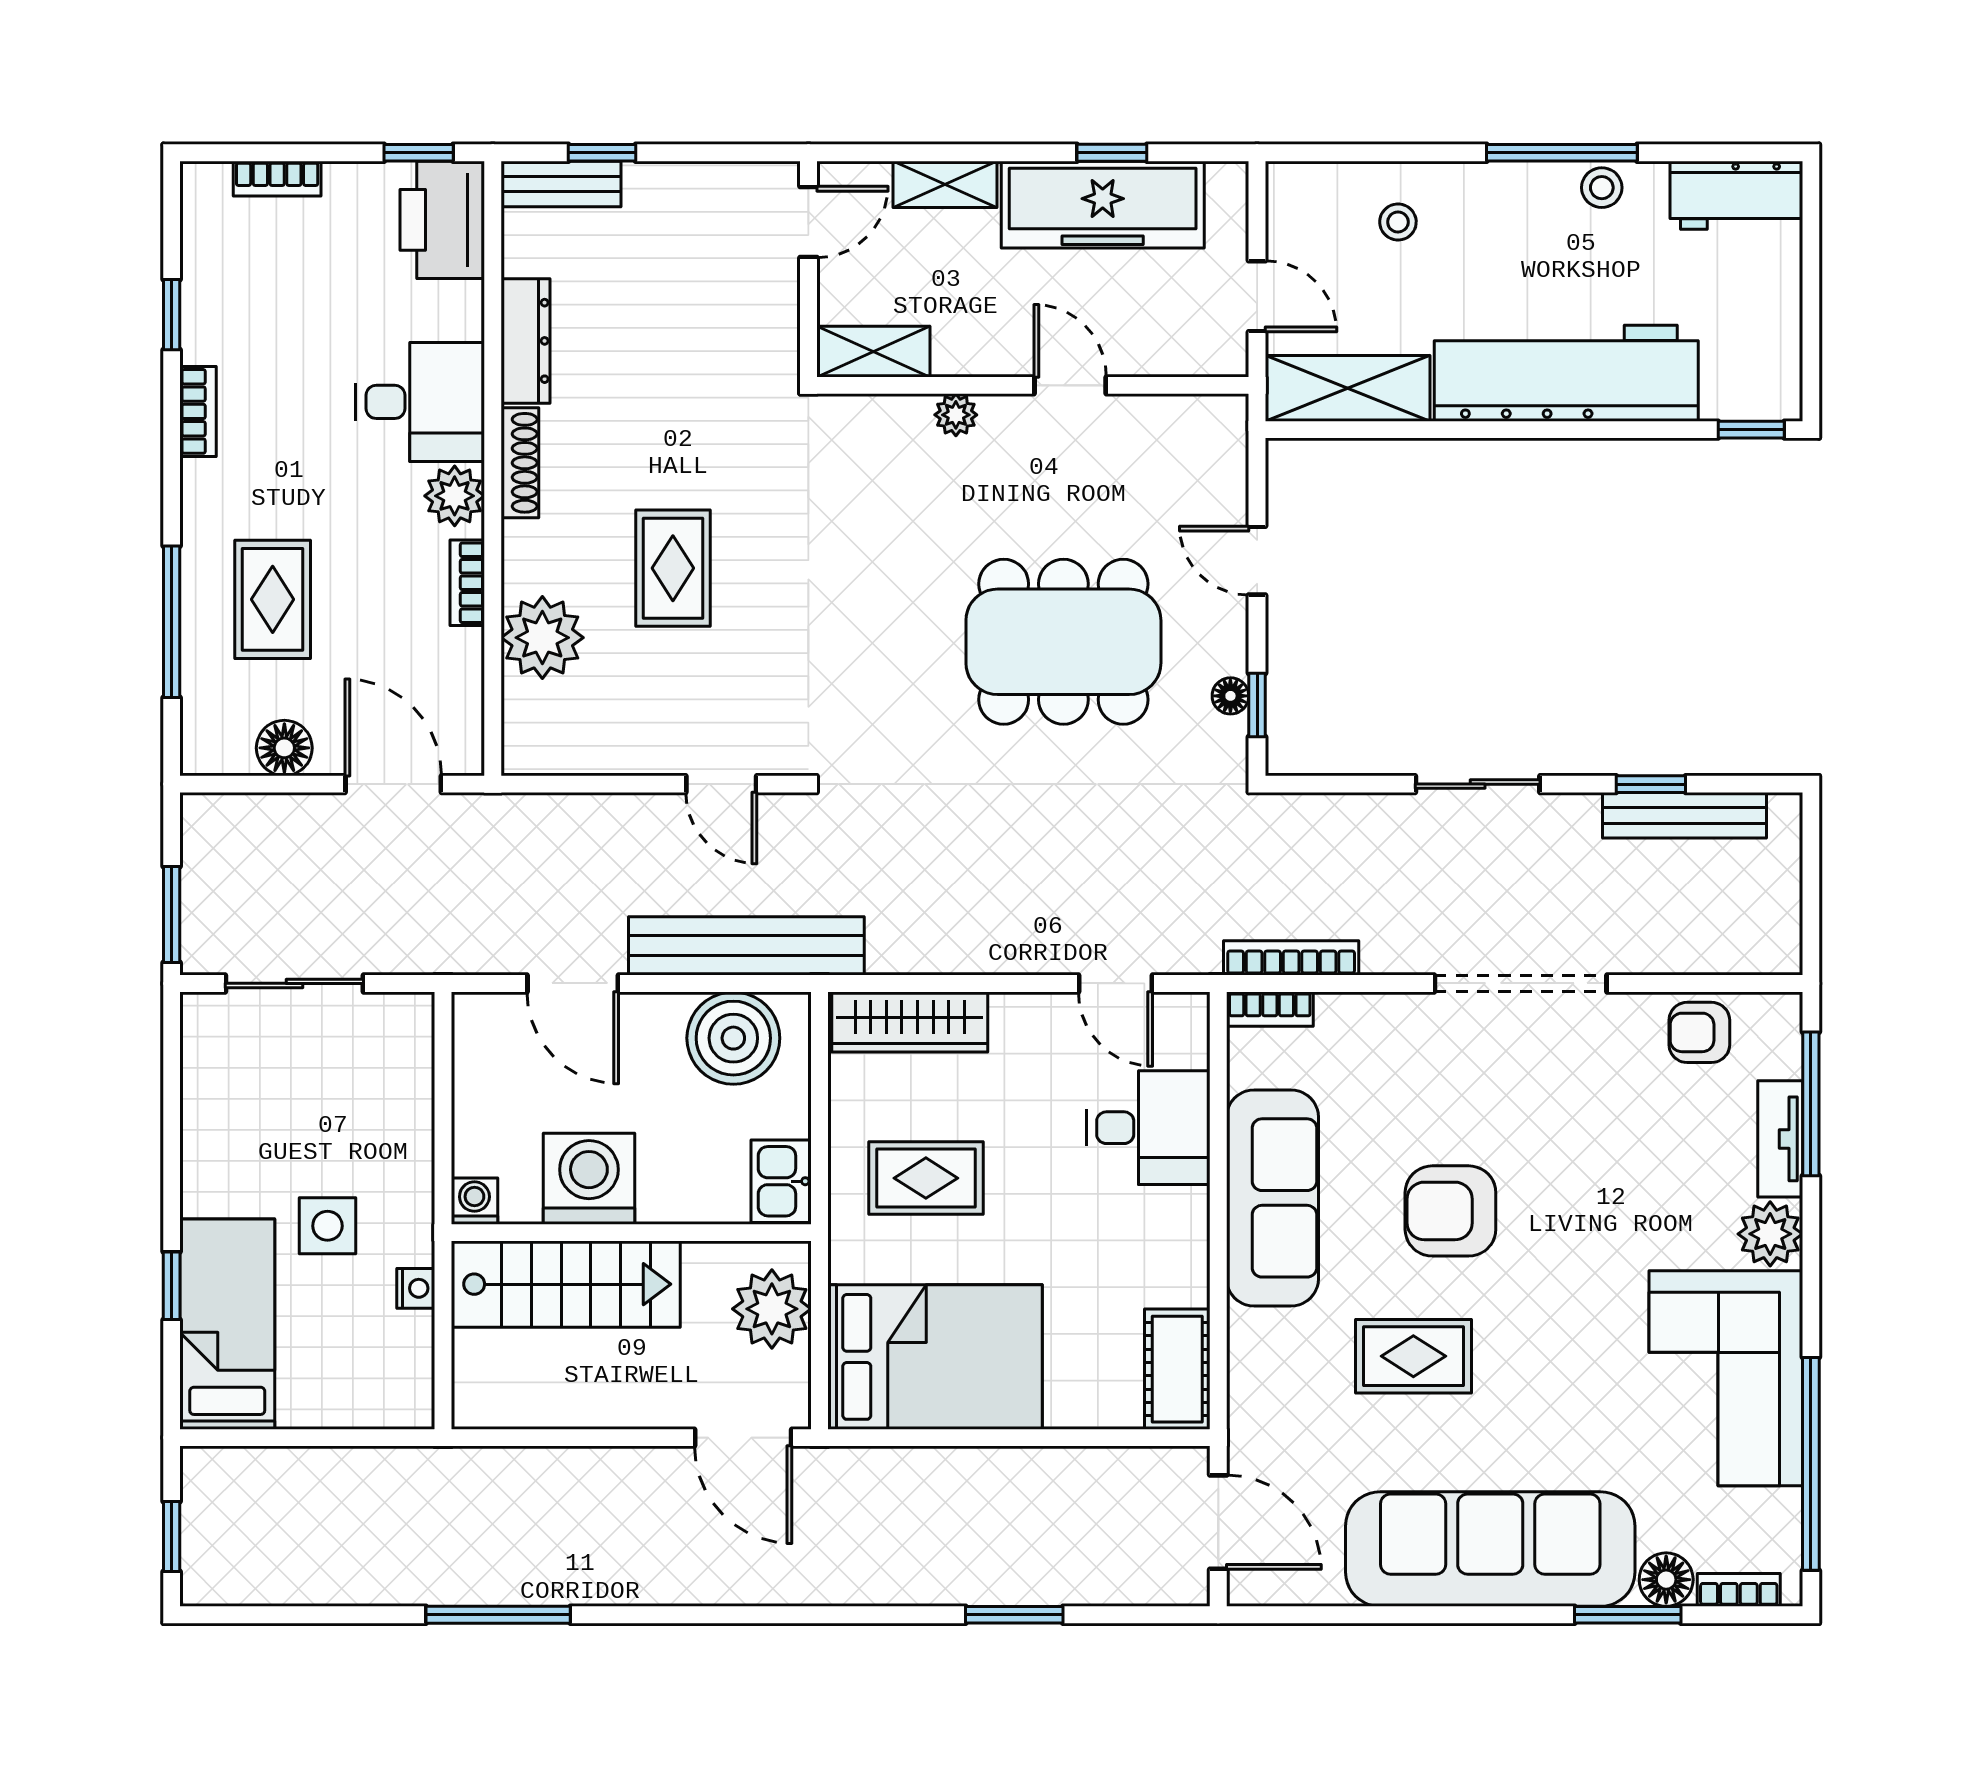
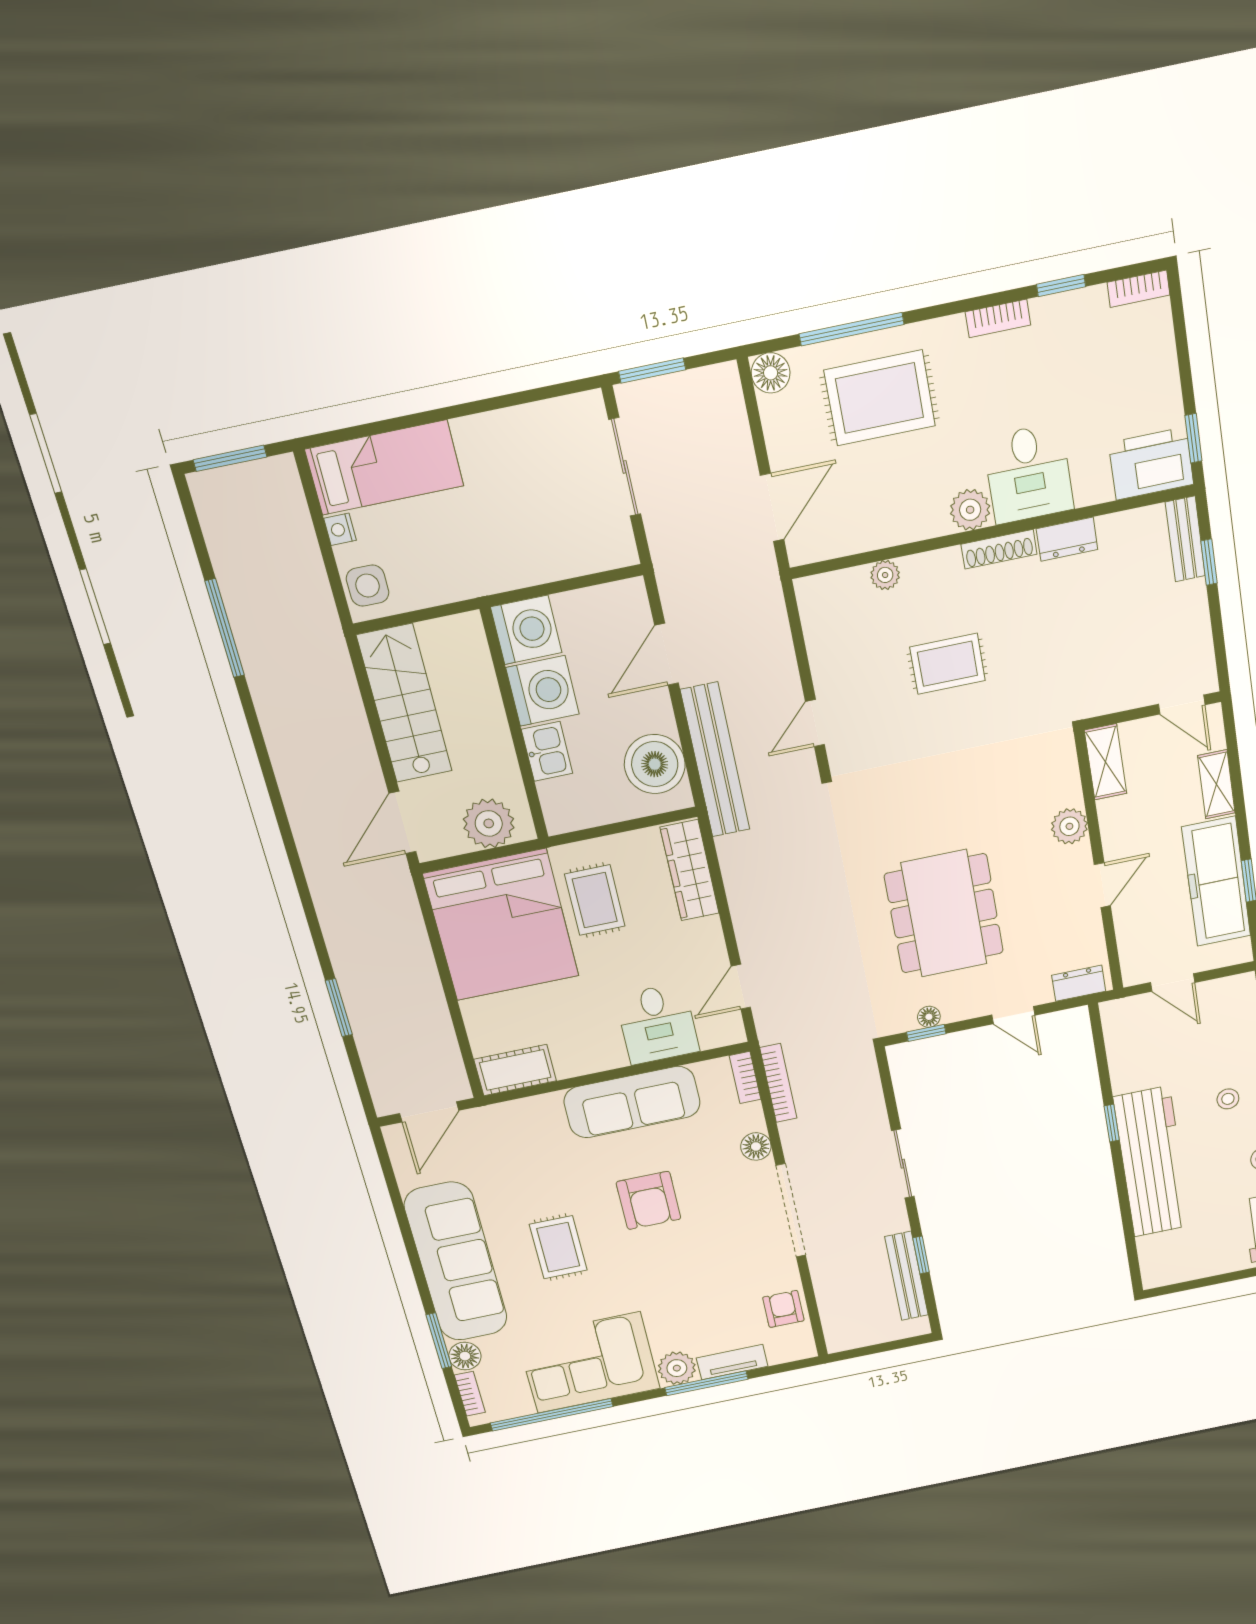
bookcase: (277, 179) -> (1138, 289), moved, turned -90
stool: (1398, 222) -> (1228, 1099), moved
door: (1257, 296) -> (1173, 982), hinge flipped
dresser: (526, 341) -> (1067, 539), width x0.70
shelving: (1348, 388) -> (1125, 1045), removed
plant: (956, 415) -> (1069, 826), width x1.38, depth x1.38
window: (1751, 430) -> (1112, 1123), moved
dresser: (1226, 447) -> (1079, 983), added
door: (1257, 561) -> (1013, 1015), swing flipped
bookcase: (467, 583) -> (914, 530), removed
rug: (273, 599) -> (880, 398), width x1.36, depth x1.43
plant: (542, 638) -> (885, 575), width x0.53, depth x0.53
floor lamp: (284, 748) -> (771, 373), moved
floor lamp: (1394, 1017) -> (756, 1147), added
window: (1811, 1104) -> (706, 1383), moved
kitchen sink: (781, 1181) -> (547, 751), moved, turned 90
washing machine: (474, 1201) -> (526, 630), width x1.89, depth x1.89
armchair: (1450, 1211) -> (649, 1200), turned 180
side table: (327, 1226) -> (368, 586), moved
stairs: (566, 1284) -> (405, 704), moved, turned 180
window: (172, 1286) -> (400, 423), removed
nightstand: (416, 1288) -> (340, 529), moved, turned 90
rug: (1413, 1356) -> (558, 1247), moved
bed: (935, 1357) -> (501, 925), width x1.36
window: (172, 1537) -> (230, 458), width x1.50
window: (498, 1615) -> (225, 628), moved

